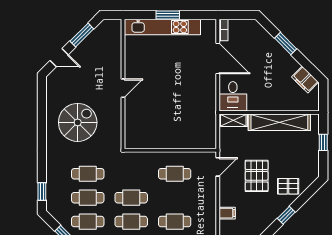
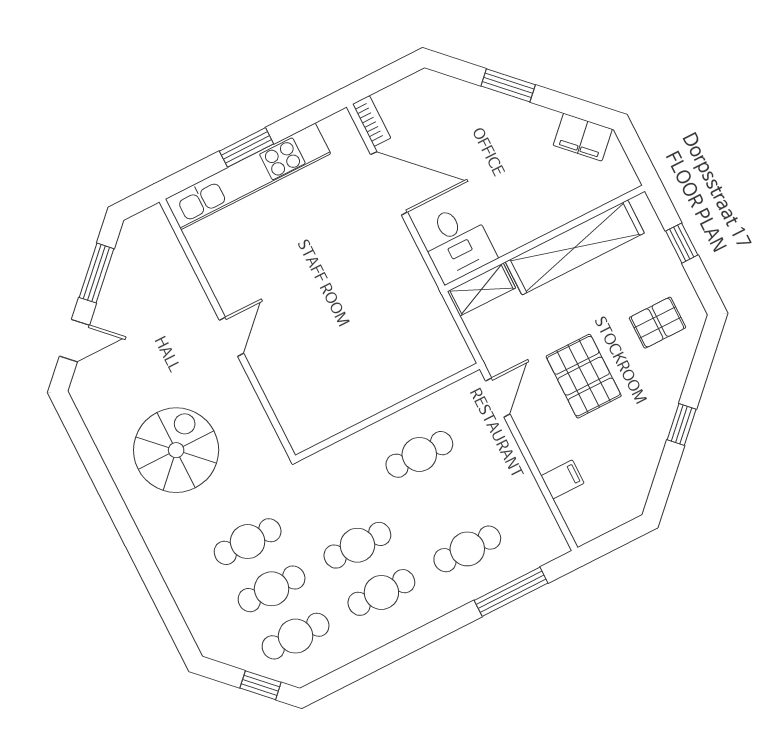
pallet: (288, 186) -> (657, 323), moved
window: (42, 191) -> (175, 622), removed

